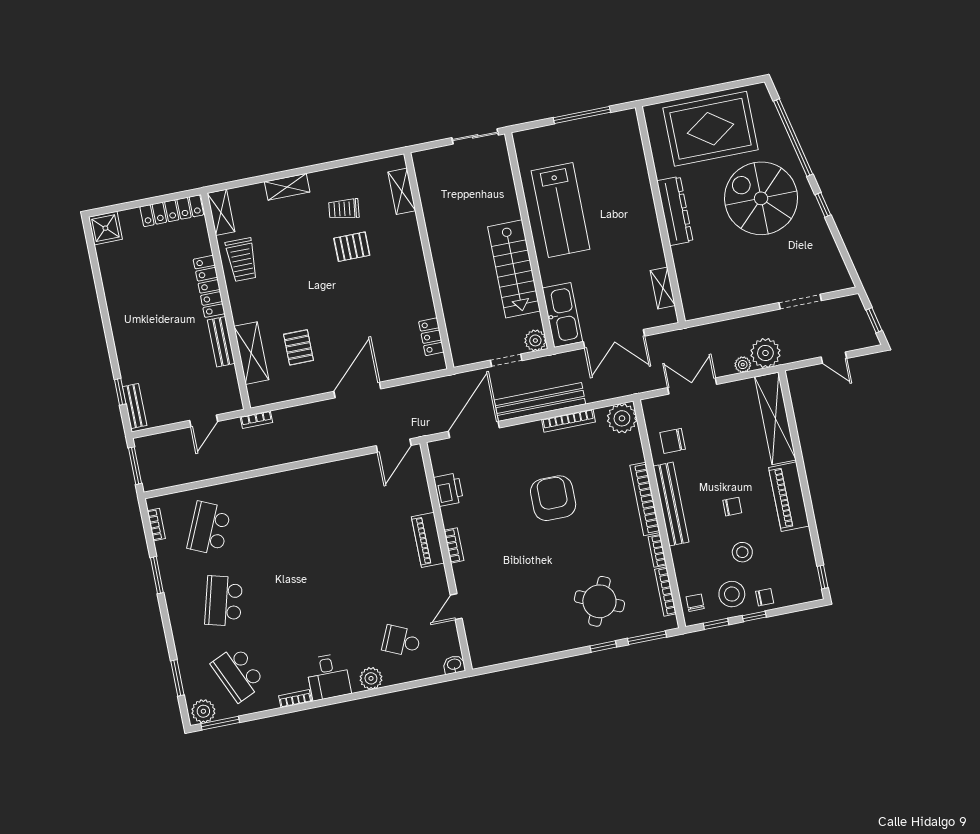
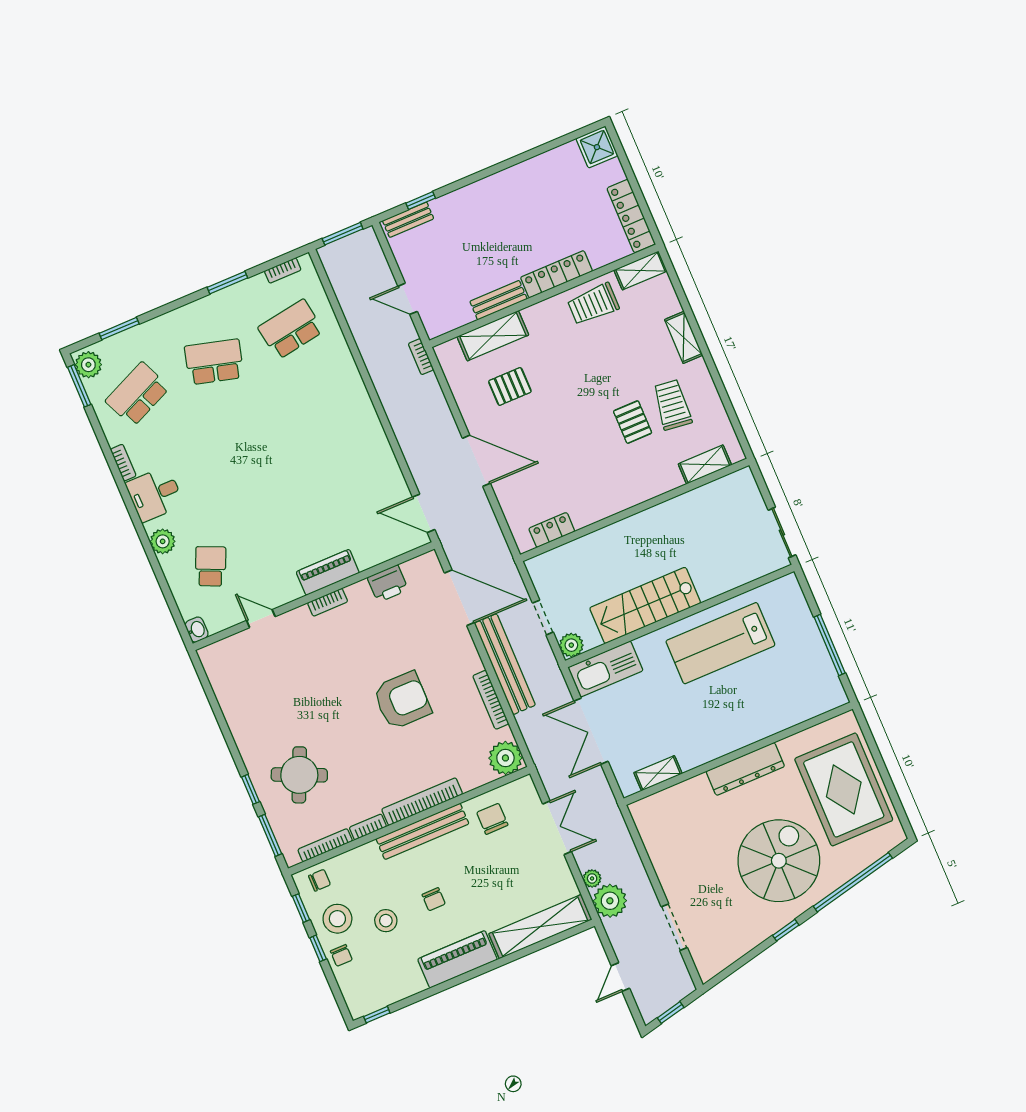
trolley: (344, 209) -> (672, 405), width x1.36, depth x1.39
school desk: (209, 528) -> (291, 329), turned -33

